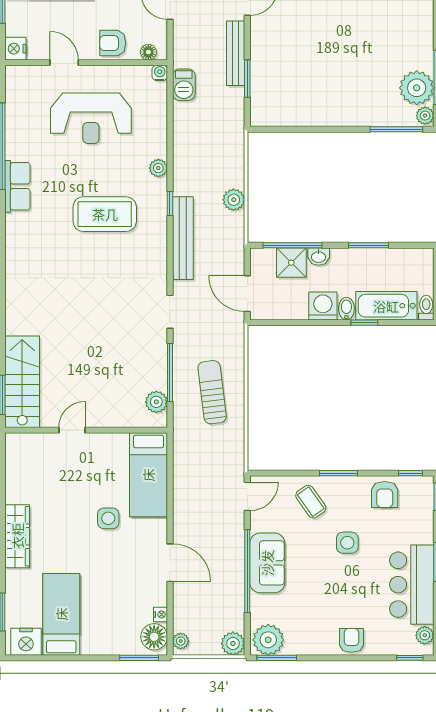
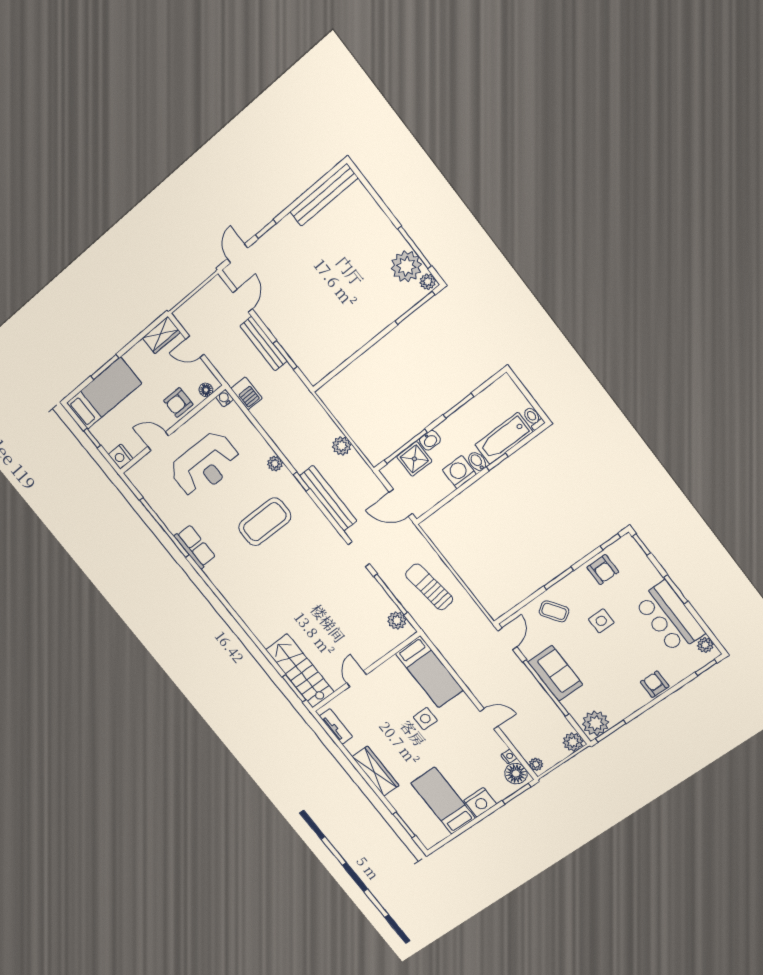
tv unit: (14, 463) -> (336, 726), added
door: (170, 563) -> (489, 719), width x0.73
nightstand: (26, 642) -> (480, 802), moved

